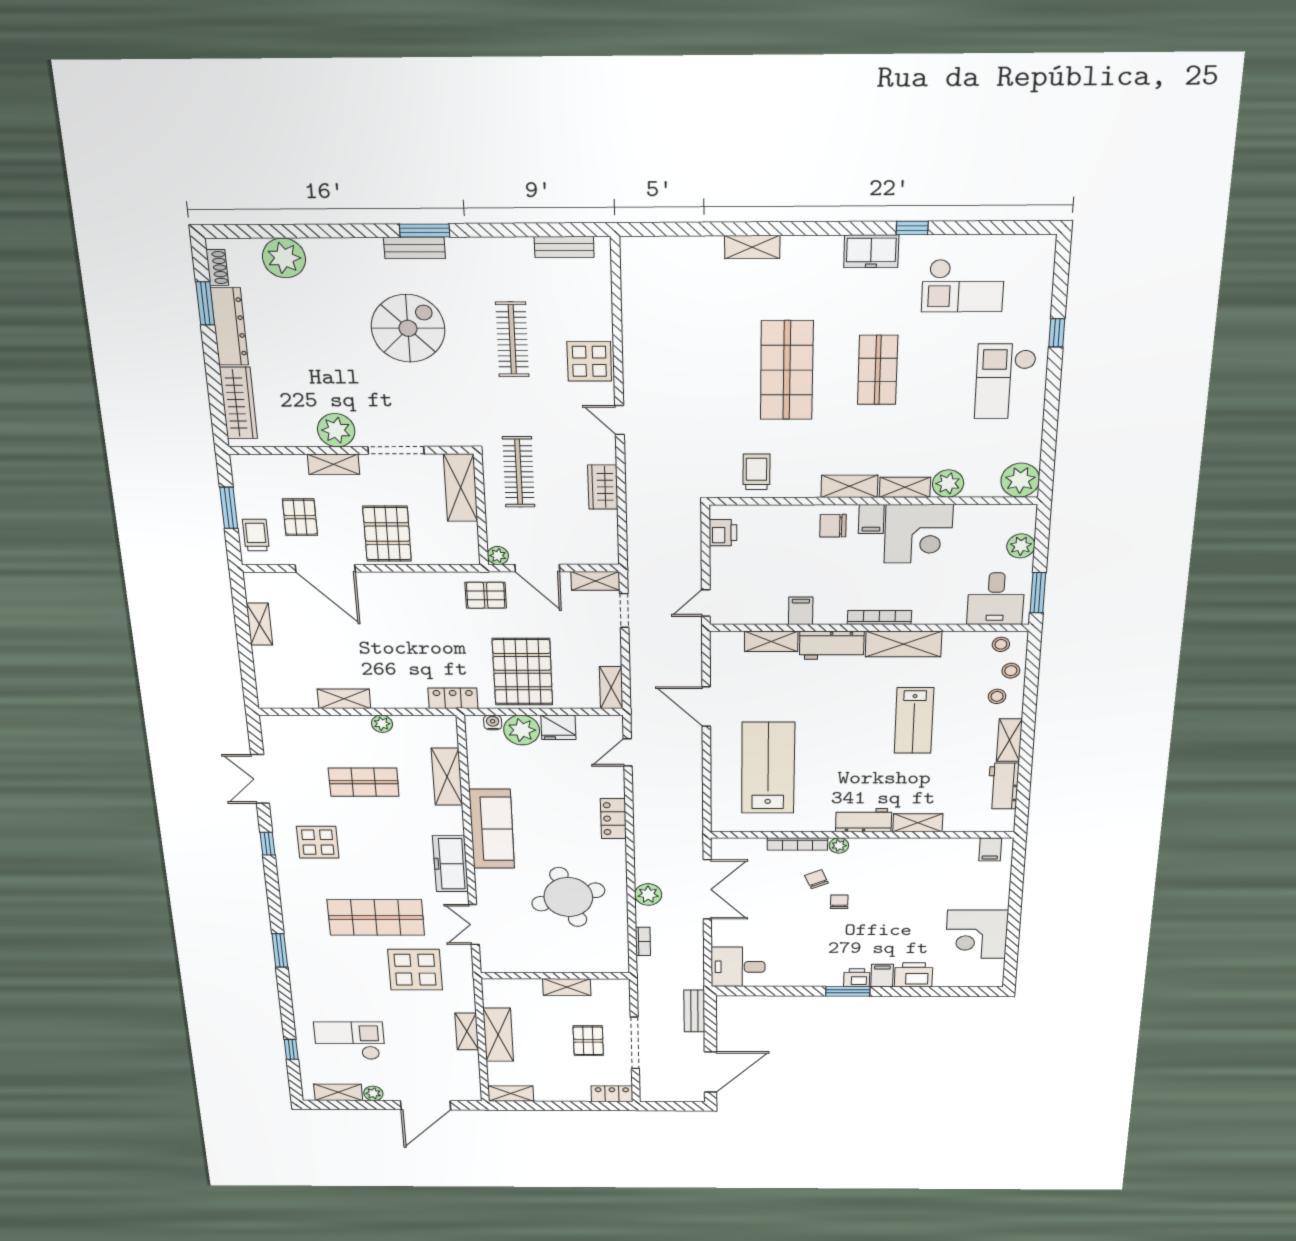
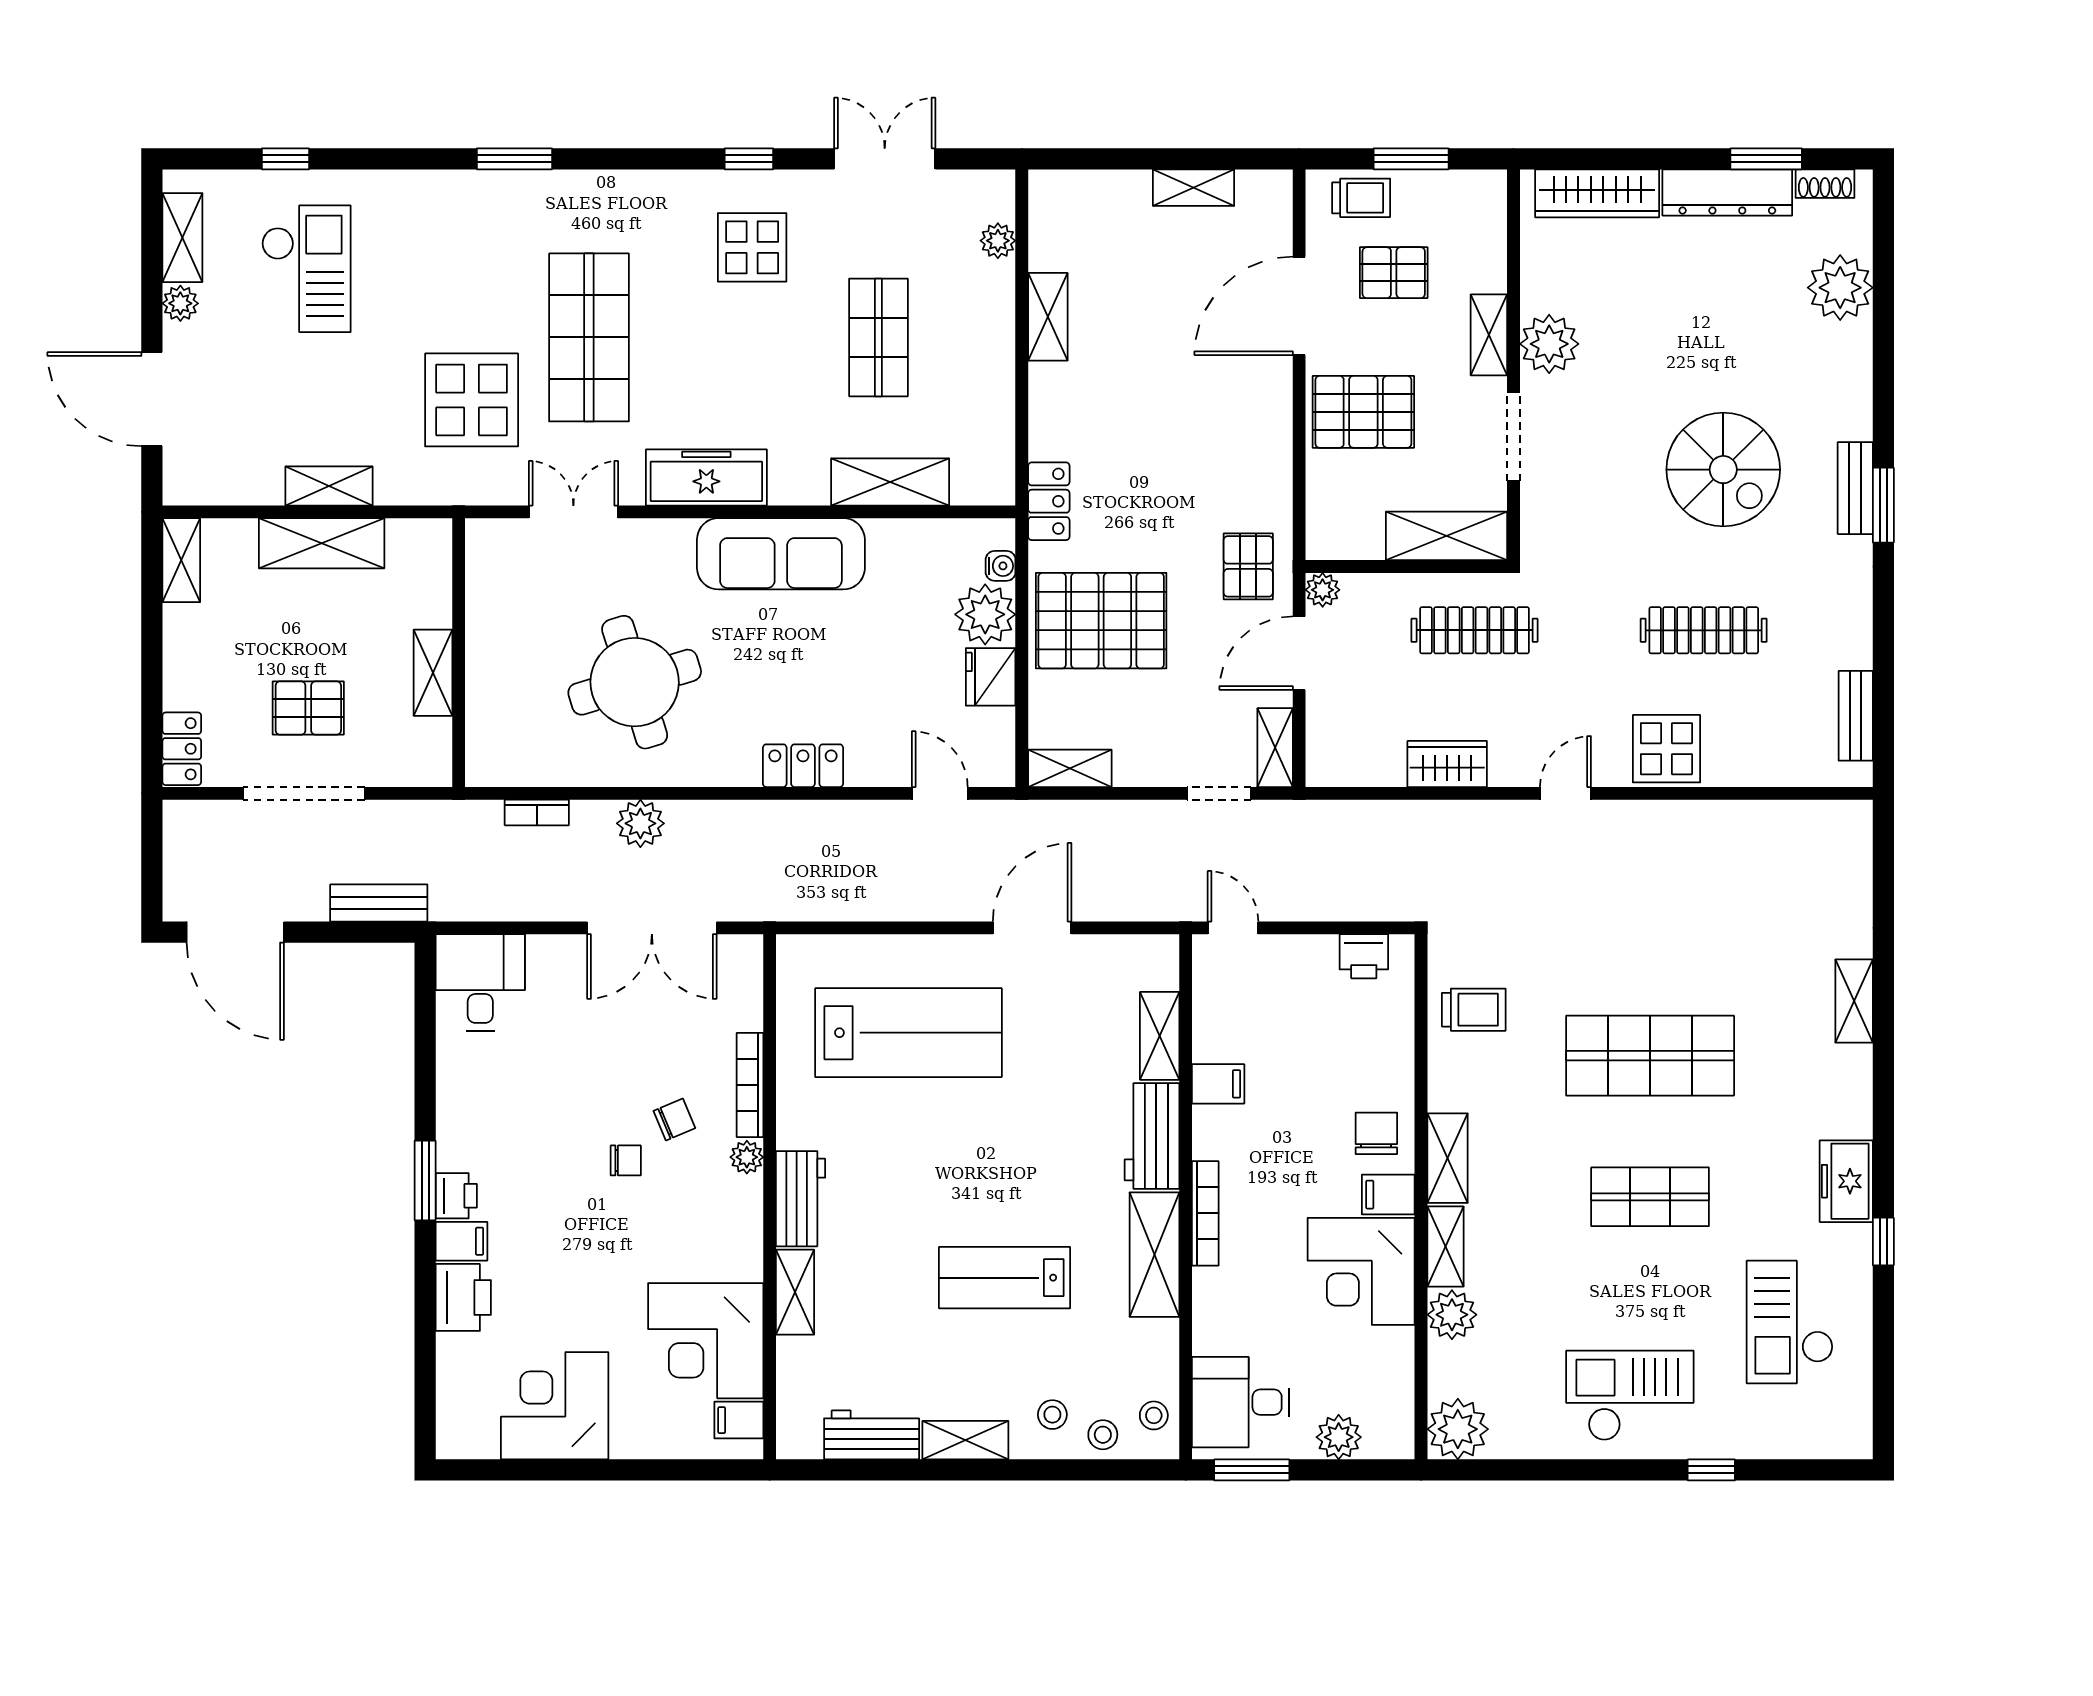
plant: (382, 724) -> (998, 241), moved
corner desk: (944, 865) -> (706, 1341), added

